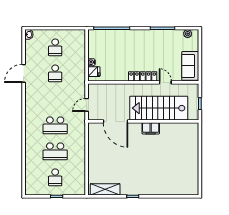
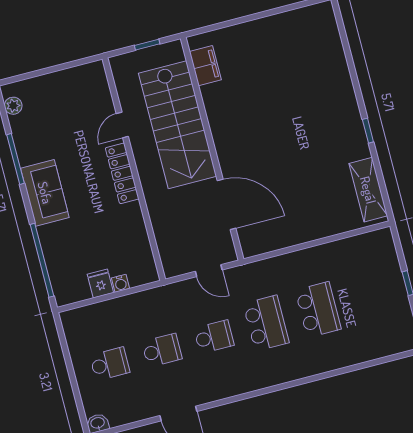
sofa: (190, 66) -> (45, 193), moved, turned -90
fridge: (94, 72) -> (100, 283), moved
door: (115, 121) -> (227, 204), hinge flipped
filing cabinet: (151, 128) -> (205, 66), moved
school desk: (55, 177) -> (214, 337), moved

